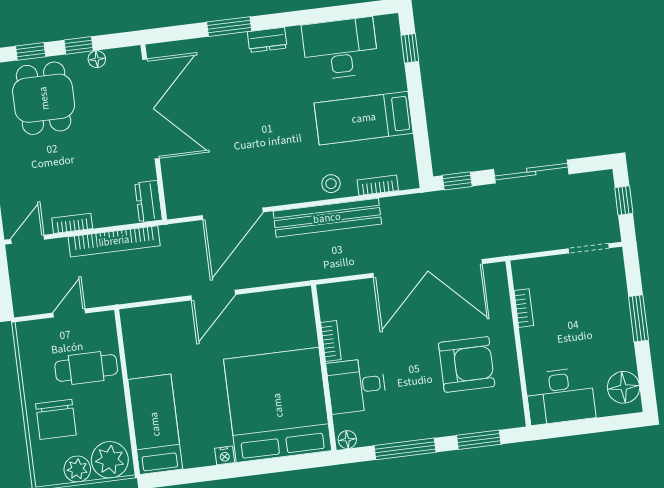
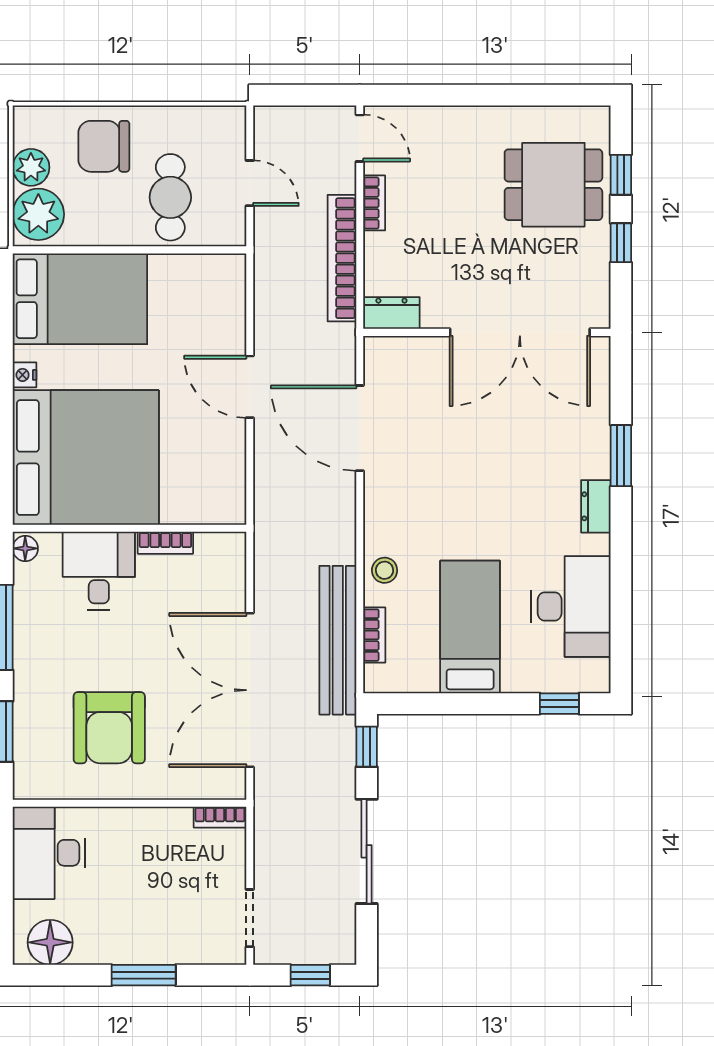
floor lamp: (97, 59) -> (599, 266), removed
bench: (327, 218) -> (338, 640), moved
bookcase: (524, 308) -> (220, 817), moved
bed: (155, 424) -> (80, 299), width x1.50

